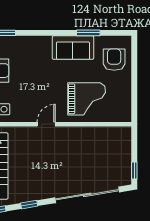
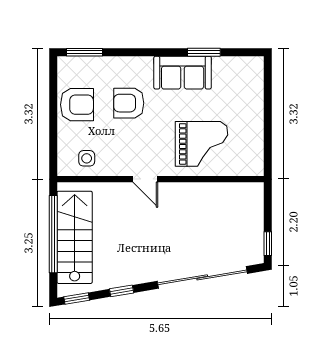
armchair: (114, 60) -> (129, 103), moved, turned -90
door: (46, 124) -> (145, 179), swing flipped

